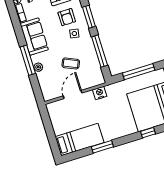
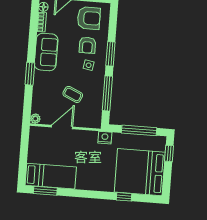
window: (28, 60) -> (30, 74), width x0.69
plant: (38, 67) -> (35, 119), moved
nightstand: (100, 93) -> (105, 138), moved
window: (102, 147) -> (45, 191), moved

